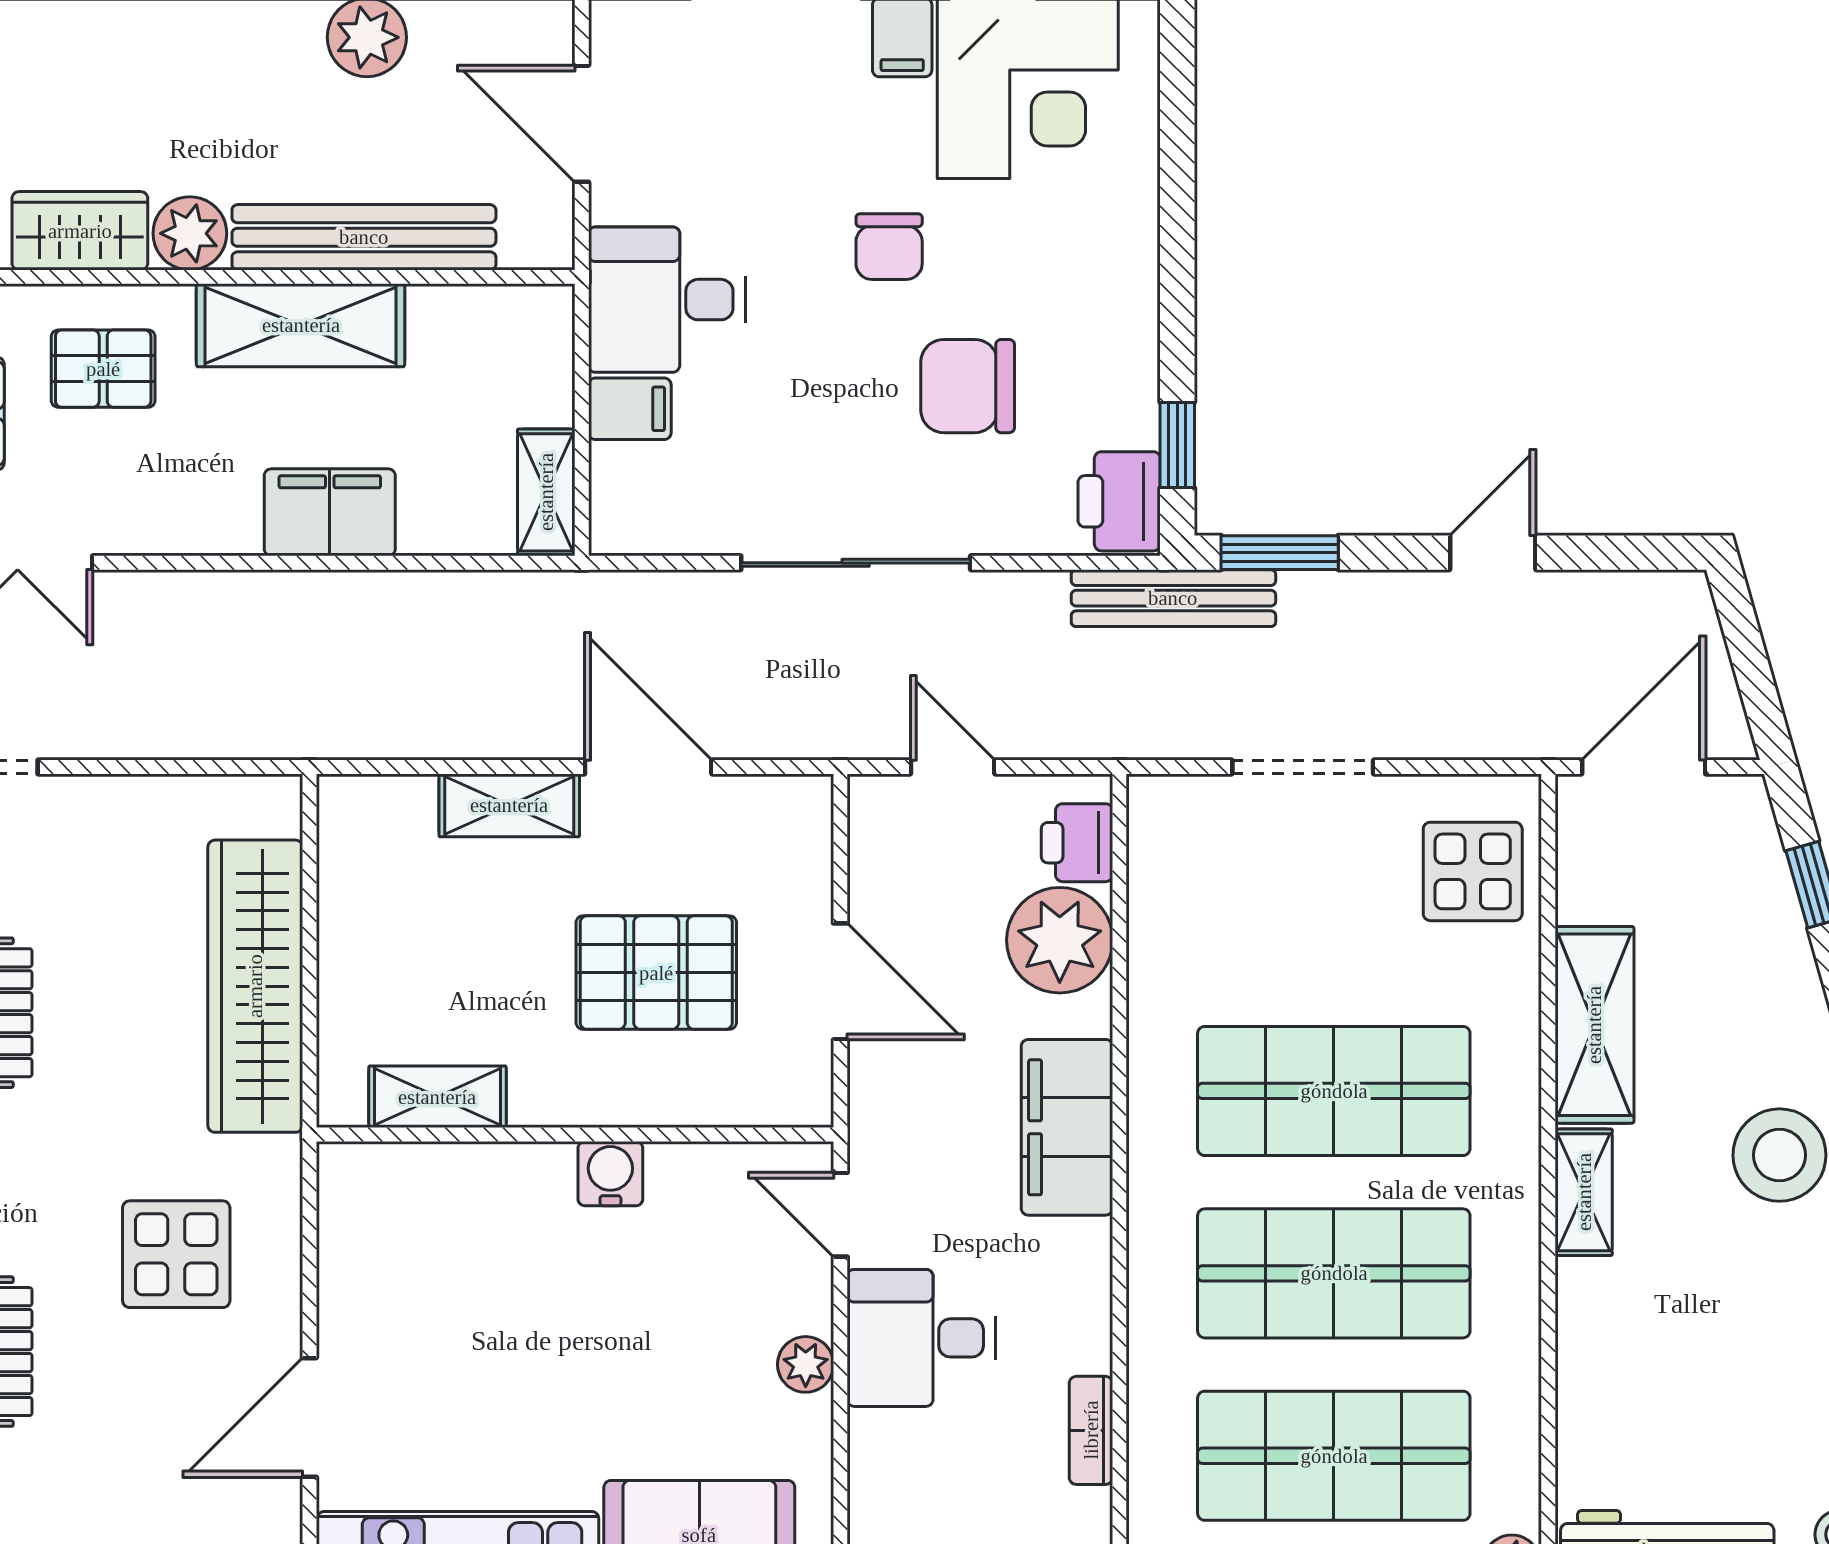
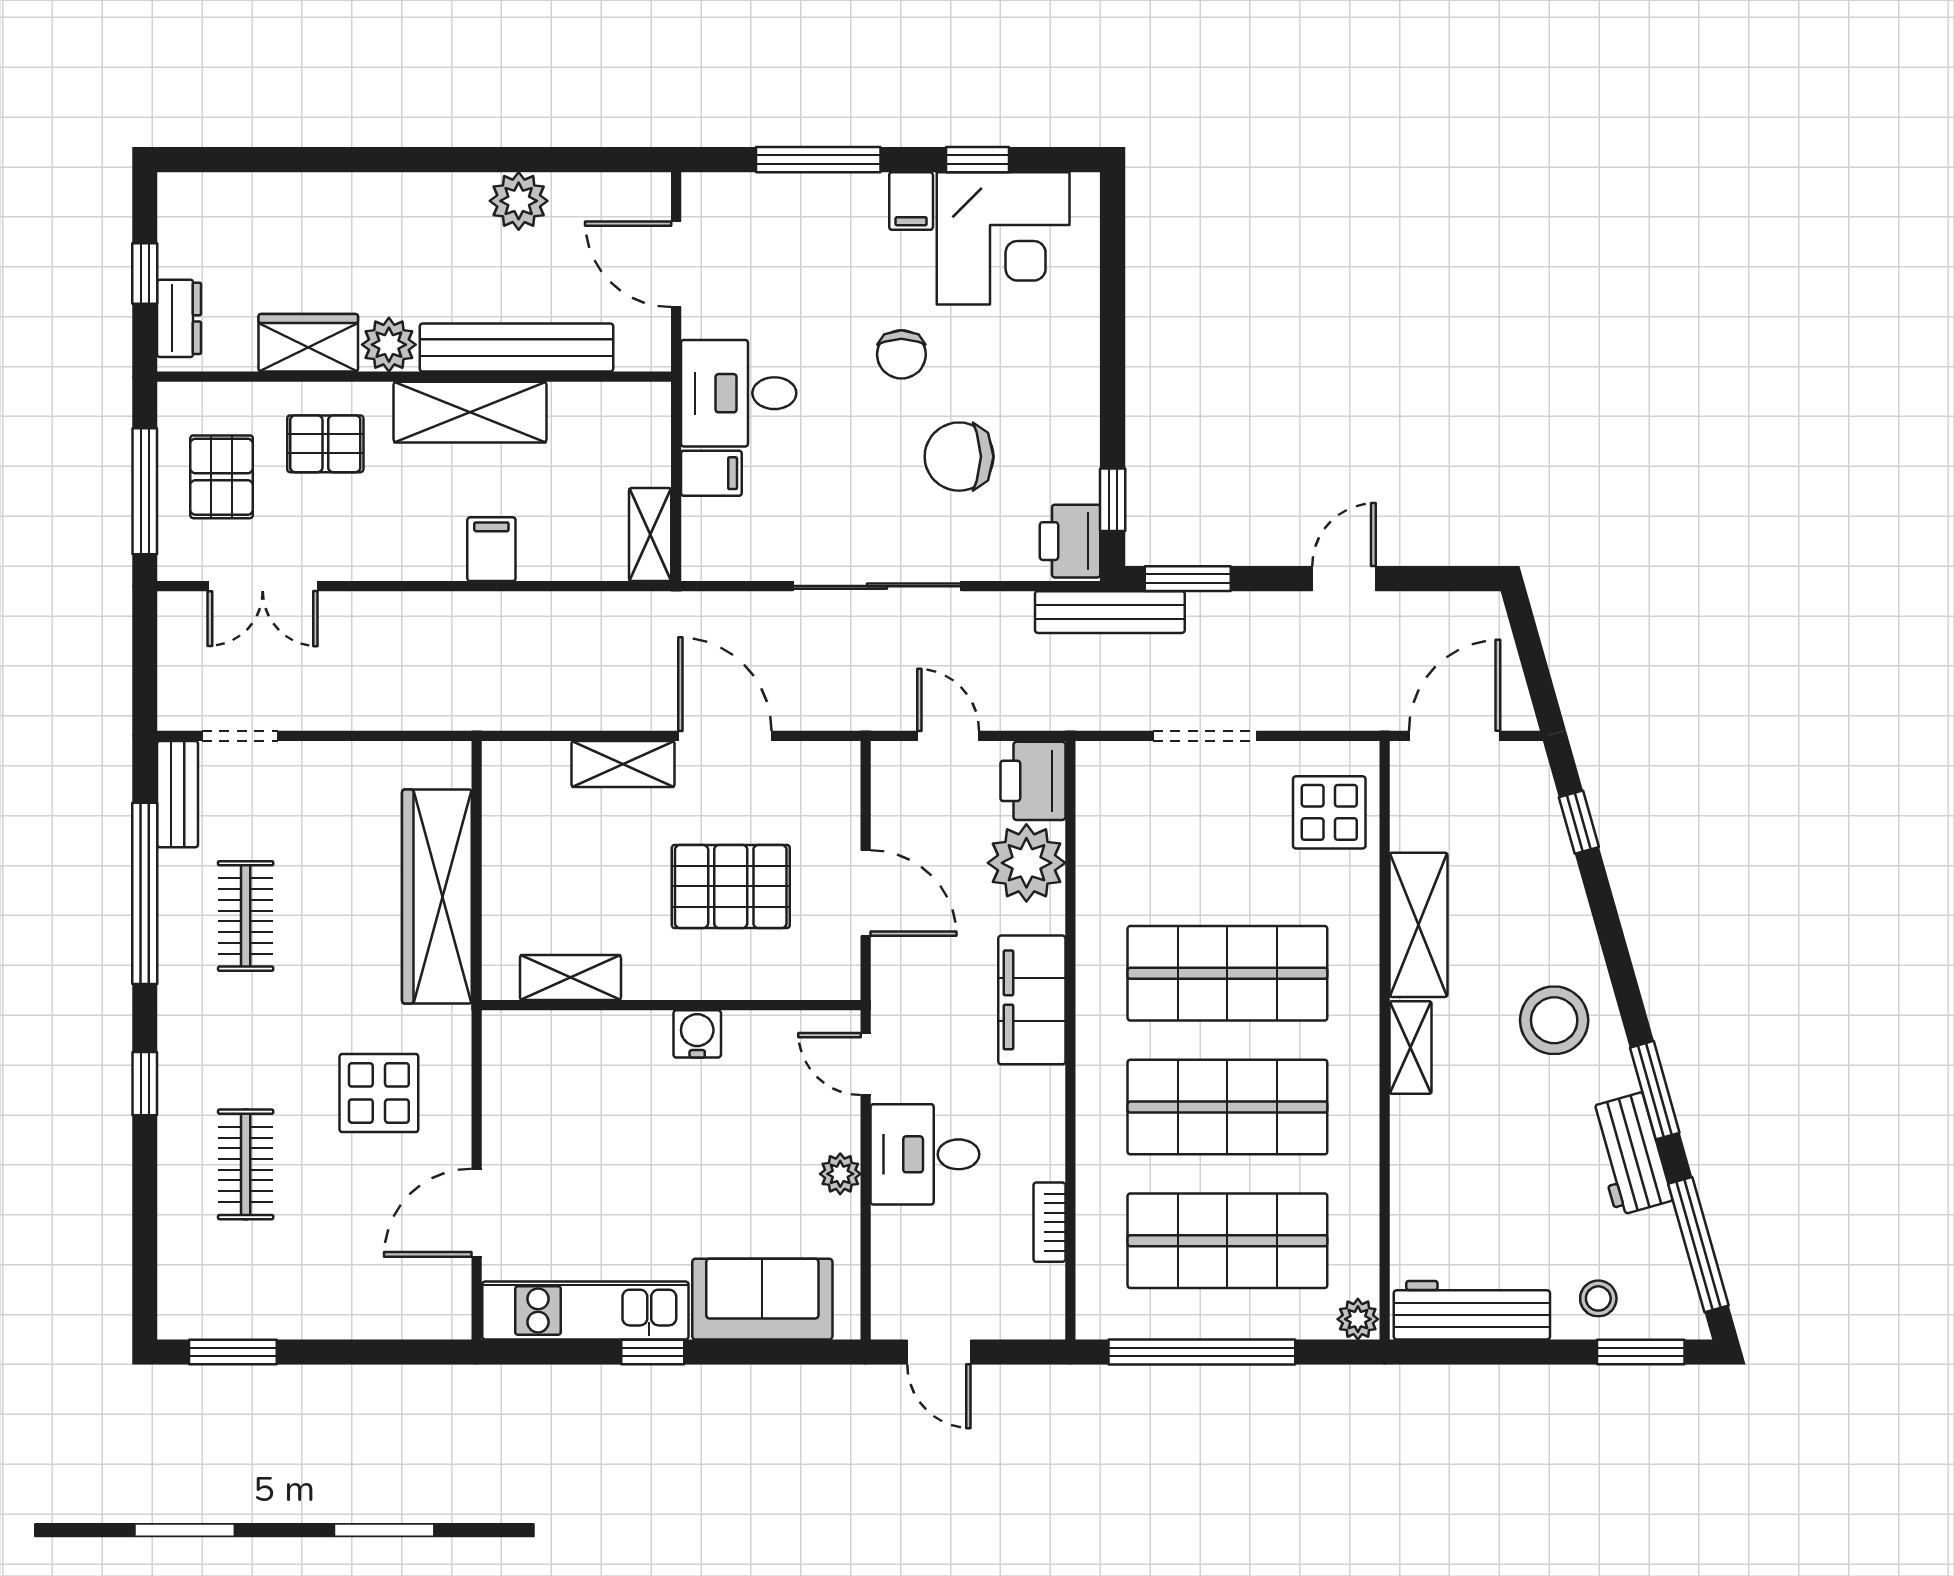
filing cabinet: (330, 512) -> (491, 549), width x0.50
printer: (1077, 843) -> (1033, 781), width x1.36, depth x1.24

